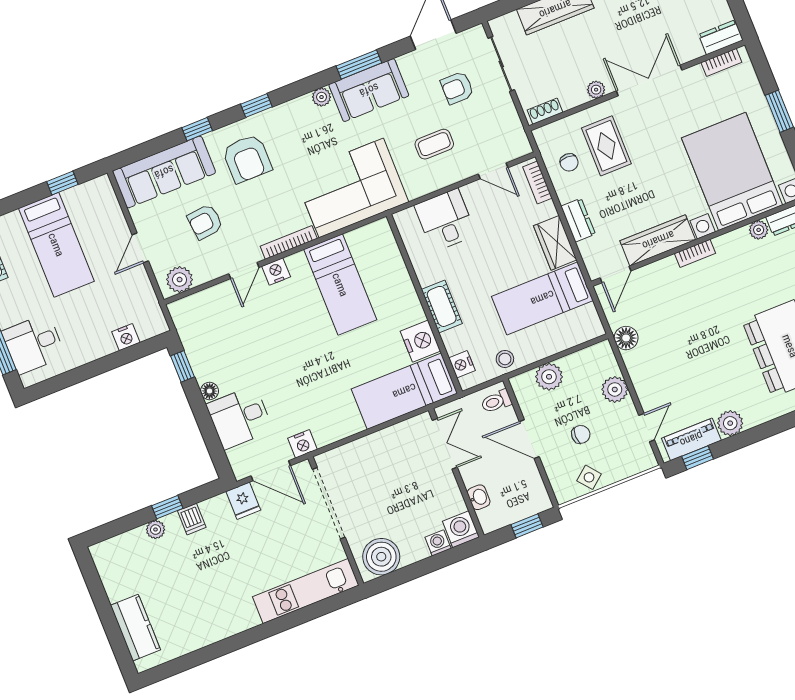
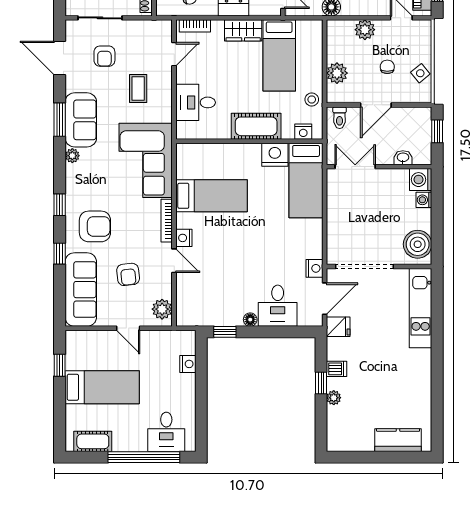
cot: (442, 306) -> (256, 126), width x1.37, depth x1.34

